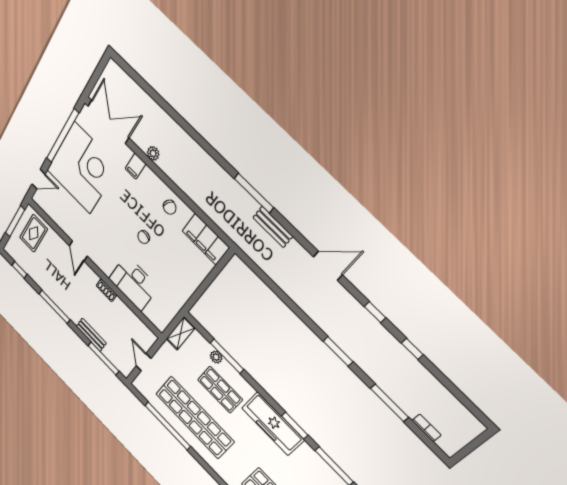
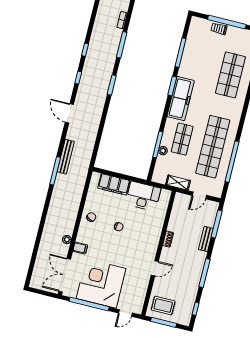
door: (39, 179) -> (125, 313), swing flipped
bench: (273, 227) -> (66, 157), width x1.36
filing cabinet: (206, 239) -> (114, 184), moved, turned 90
desk: (133, 283) -> (143, 196), moved, turned -90
shelving: (181, 333) -> (178, 183), moved

